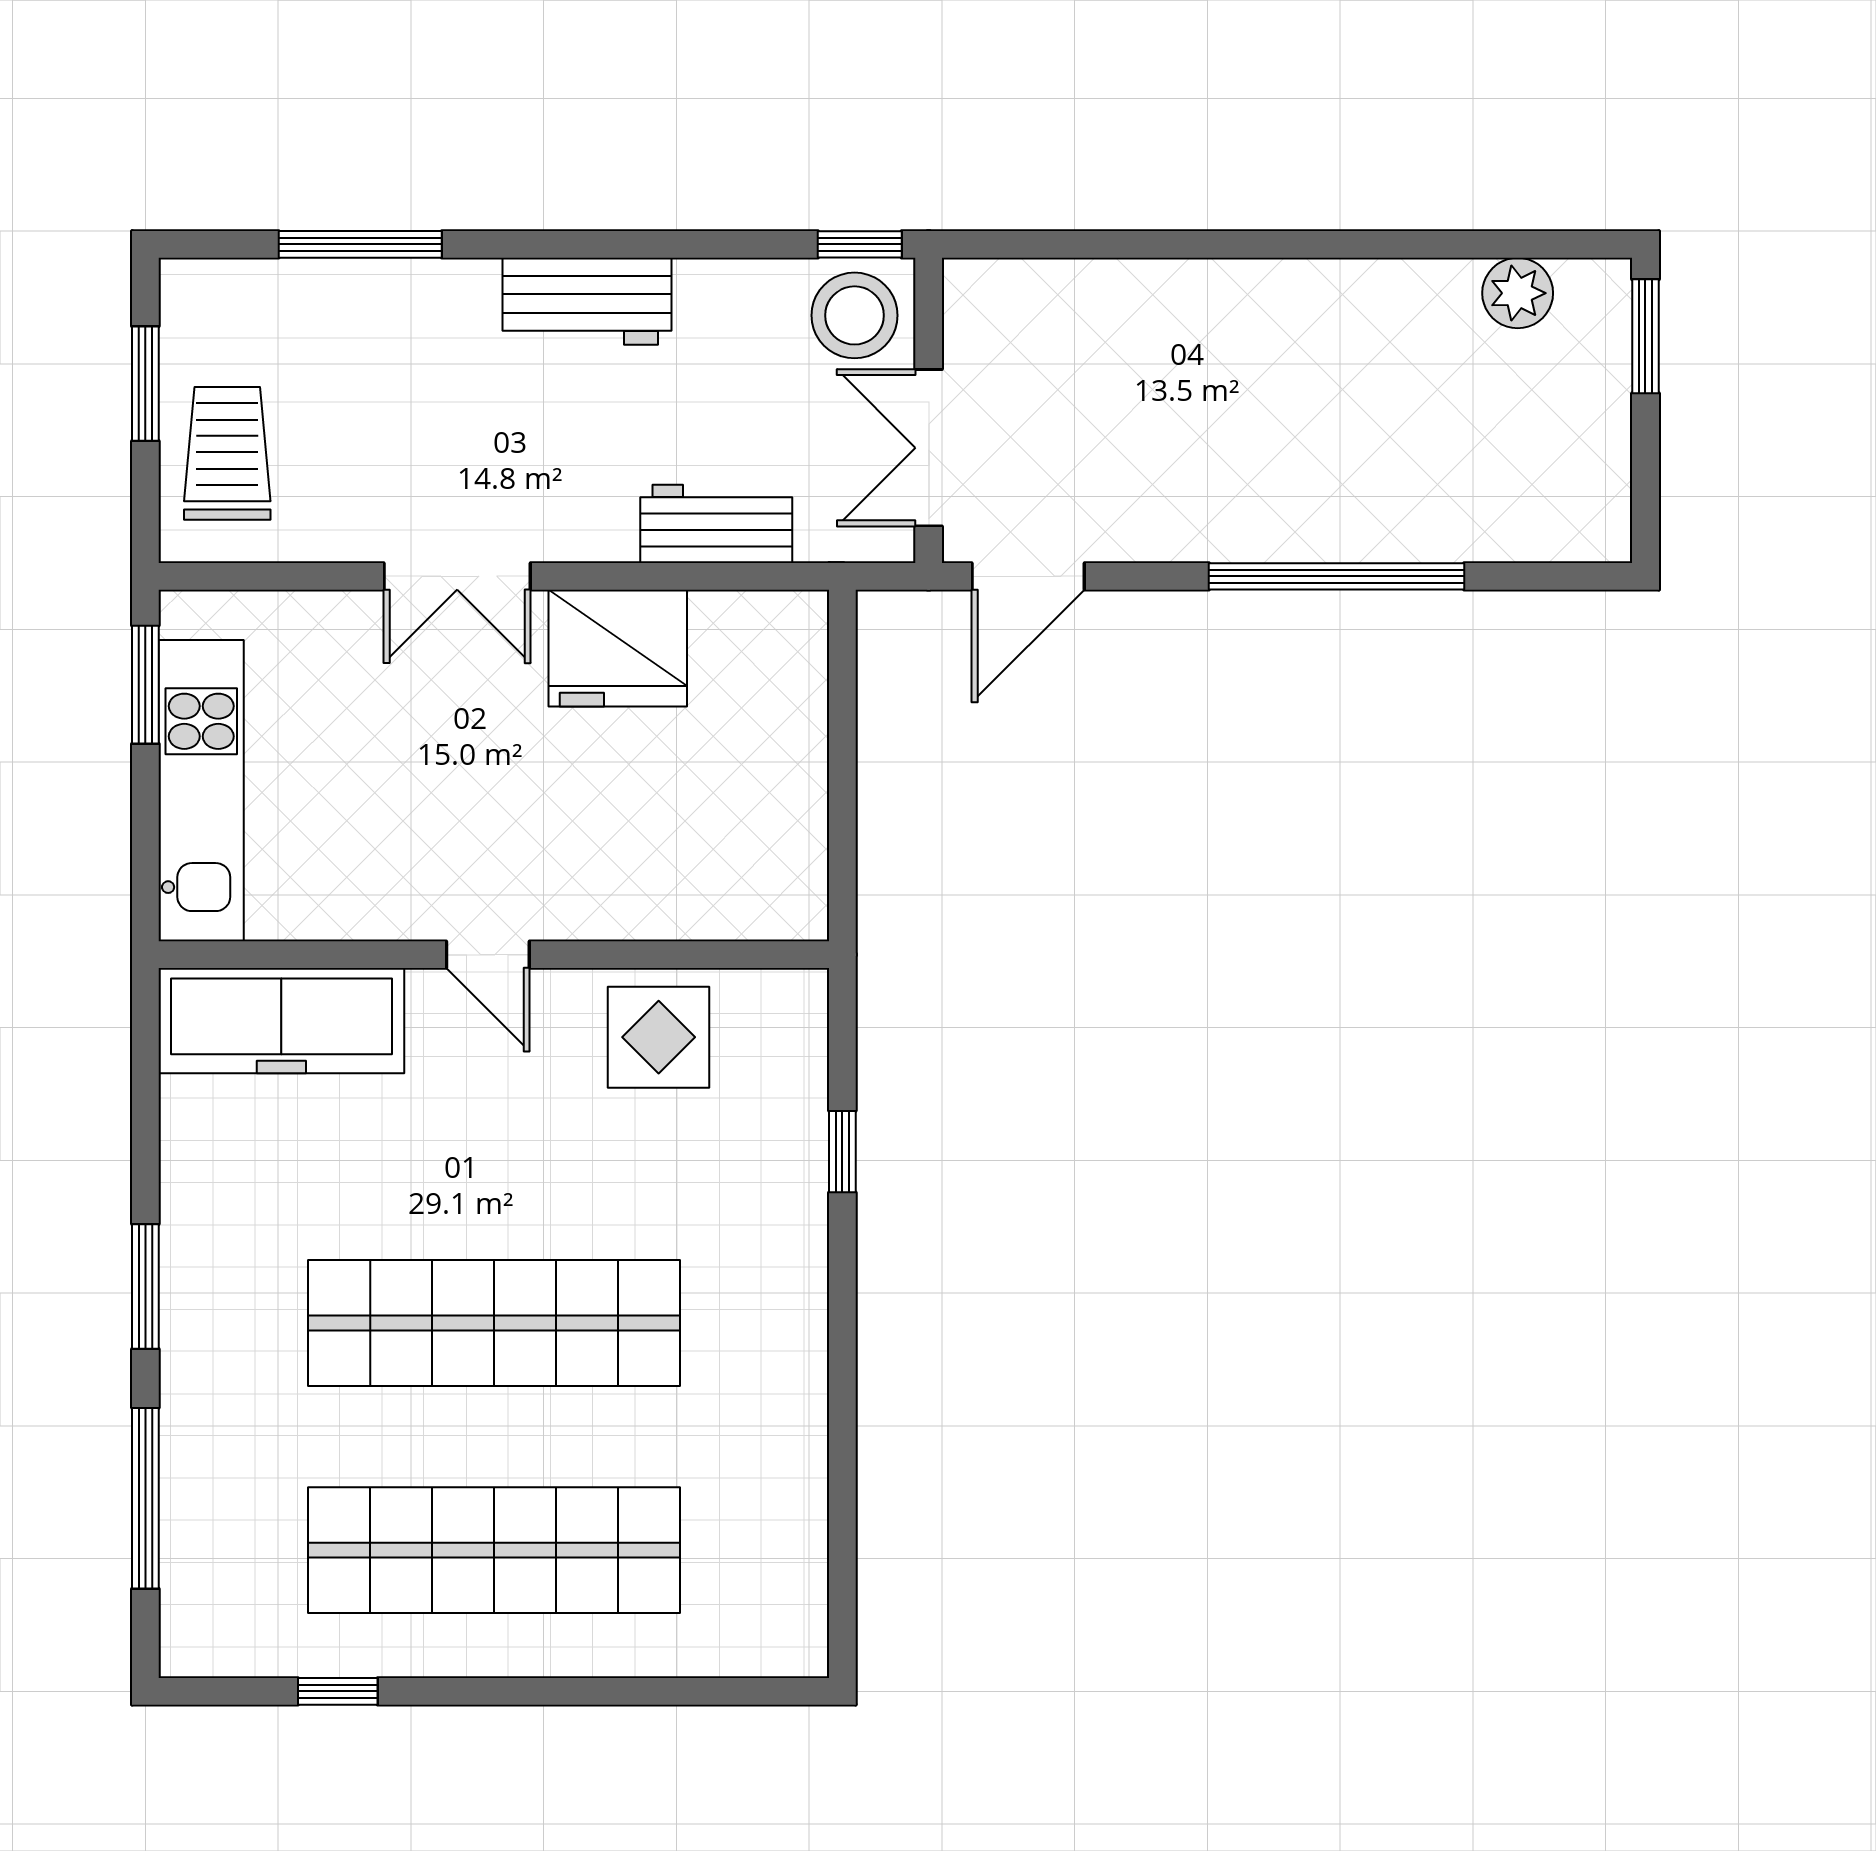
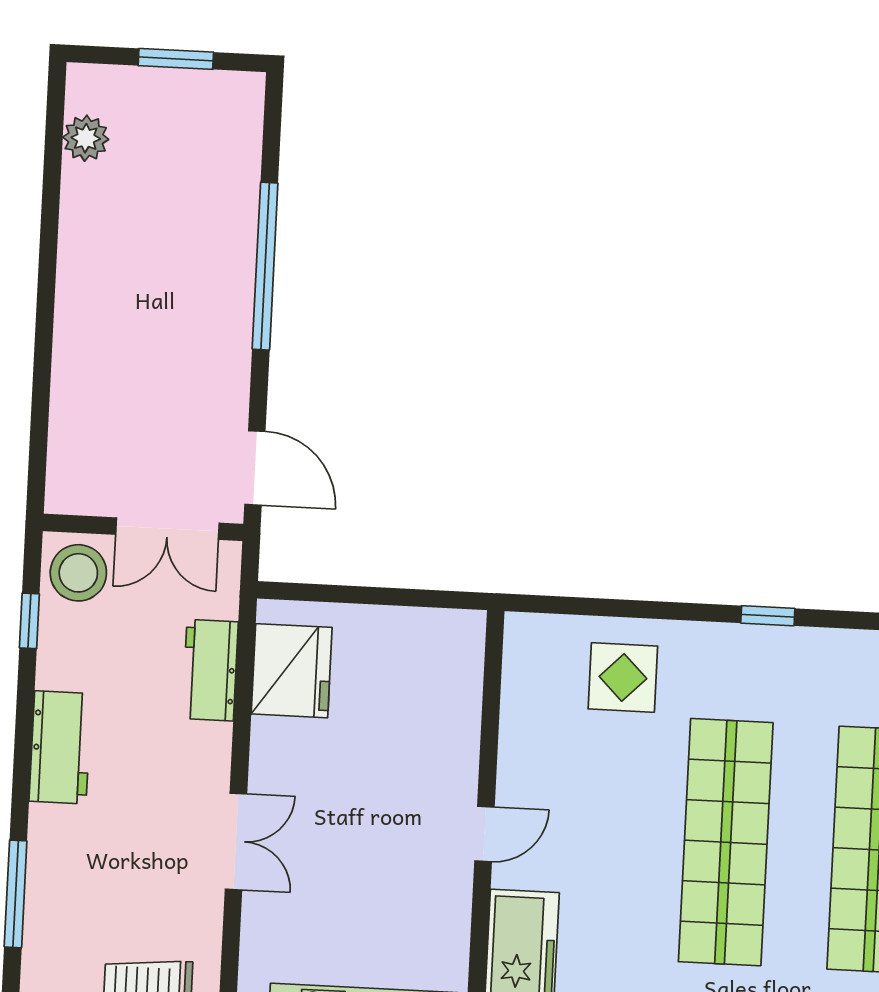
window: (860, 244) -> (29, 621), moved
window: (1645, 336) -> (176, 59), moved
fridge: (618, 648) -> (292, 671), moved
display table: (659, 1037) -> (623, 677), moved
window: (842, 1152) -> (768, 616), moved

